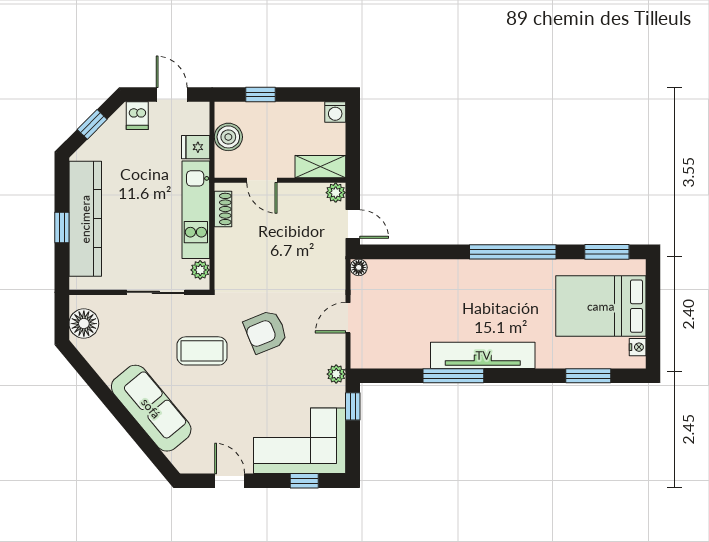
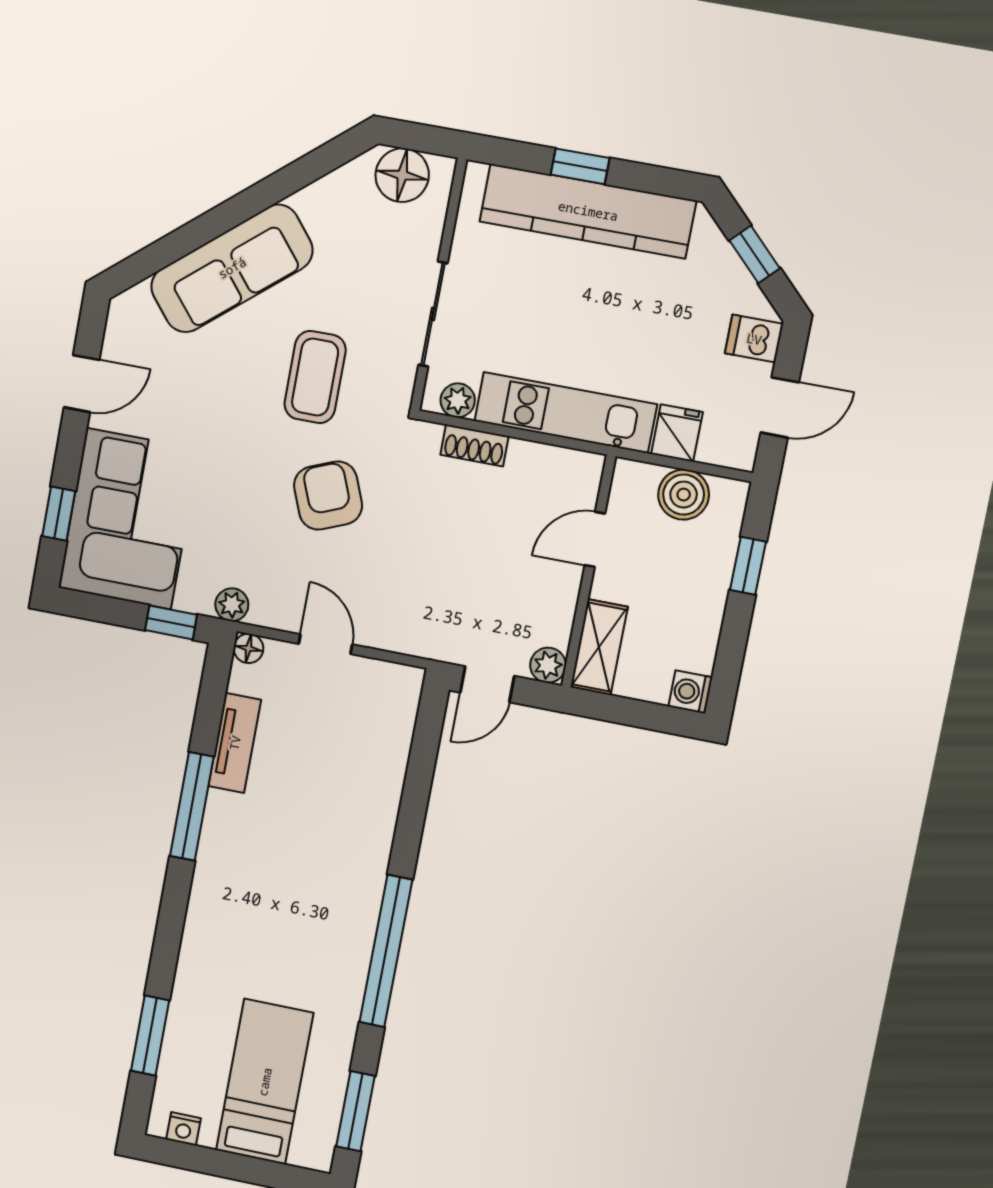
shoe rack: (223, 209) -> (474, 445), moved
floor lamp: (359, 267) -> (248, 648), moved
bed: (601, 306) -> (265, 1082), width x0.67
tv unit: (483, 355) -> (235, 743), moved, width x0.52, depth x0.78

